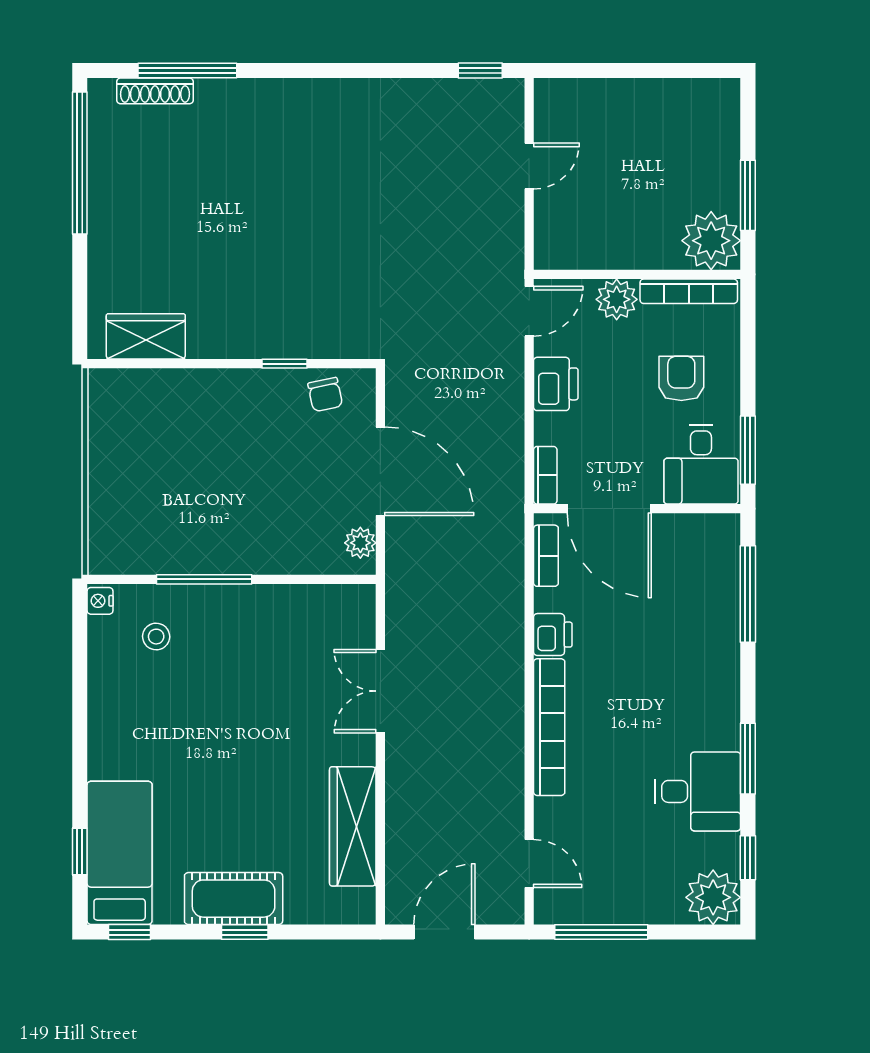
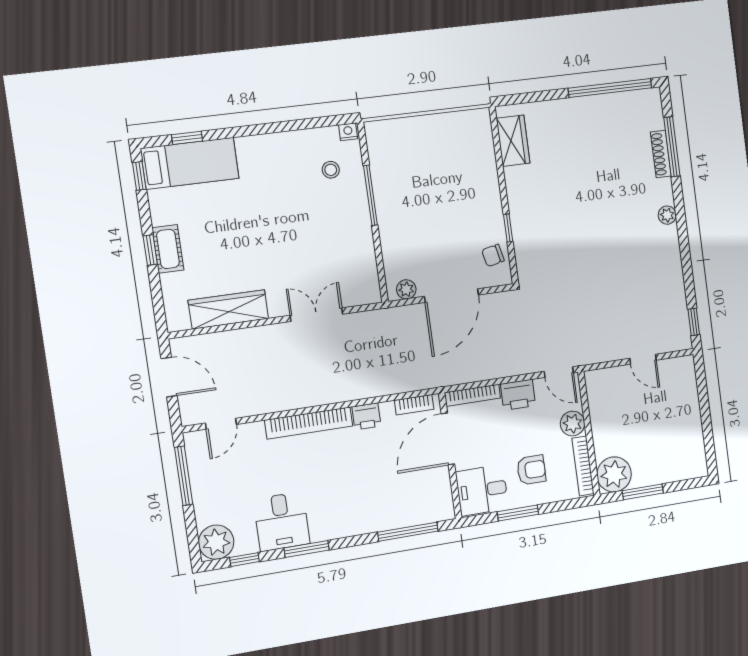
shoe rack: (155, 91) -> (661, 154), moved
plant: (298, 93) -> (667, 215), added
window: (748, 450) -> (518, 513), moved
bookcase: (545, 475) -> (472, 395), width x1.56
cot: (234, 899) -> (168, 249), width x0.73, depth x0.75

